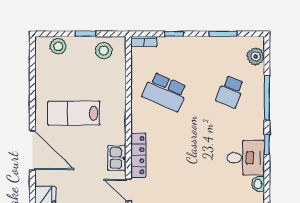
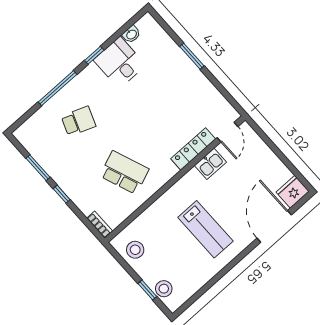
window: (86, 34) -> (147, 290), moved
window: (174, 34) -> (62, 194), moved
plant: (256, 56) -> (33, 126), removed
school desk: (165, 92) -> (124, 173), turned -45
door: (32, 150) -> (274, 226), moved

